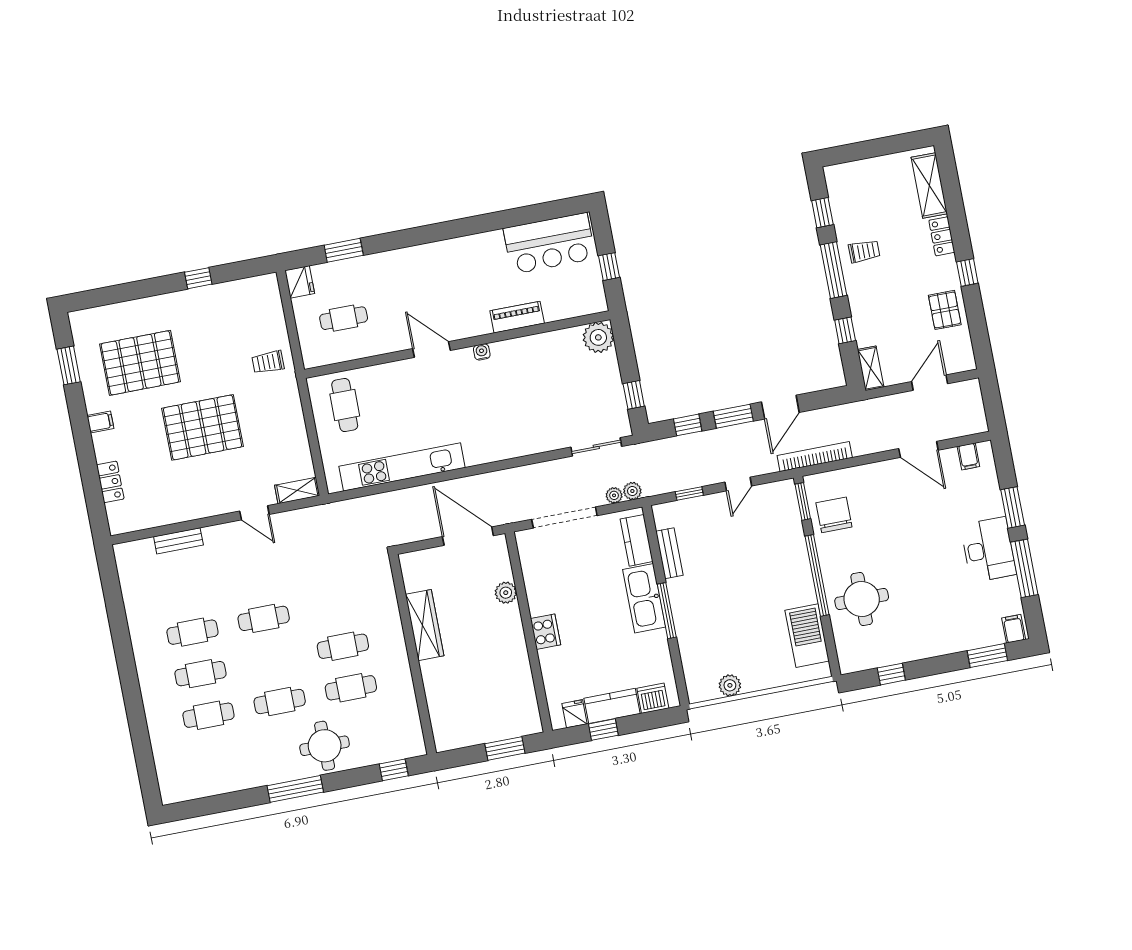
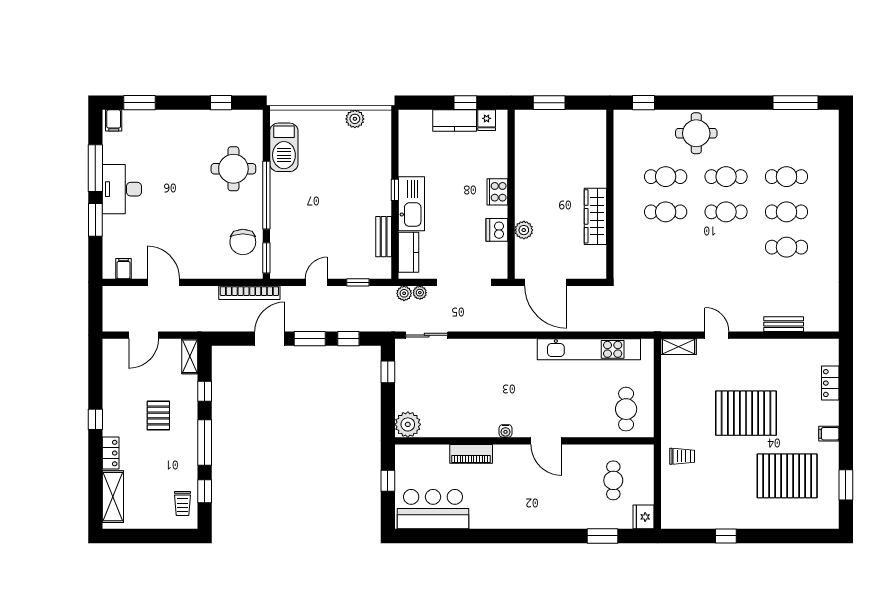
trolley: (864, 251) -> (183, 504), moved, turned -90
pallet: (945, 310) -> (158, 415), moved
cafe table: (344, 318) -> (613, 480), turned 90
window: (667, 611) -> (395, 190), width x0.46
cafe table: (264, 618) -> (726, 212), moved
dishwasher: (653, 698) -> (497, 230), moved, turned 90
window: (295, 789) -> (796, 103), moved

